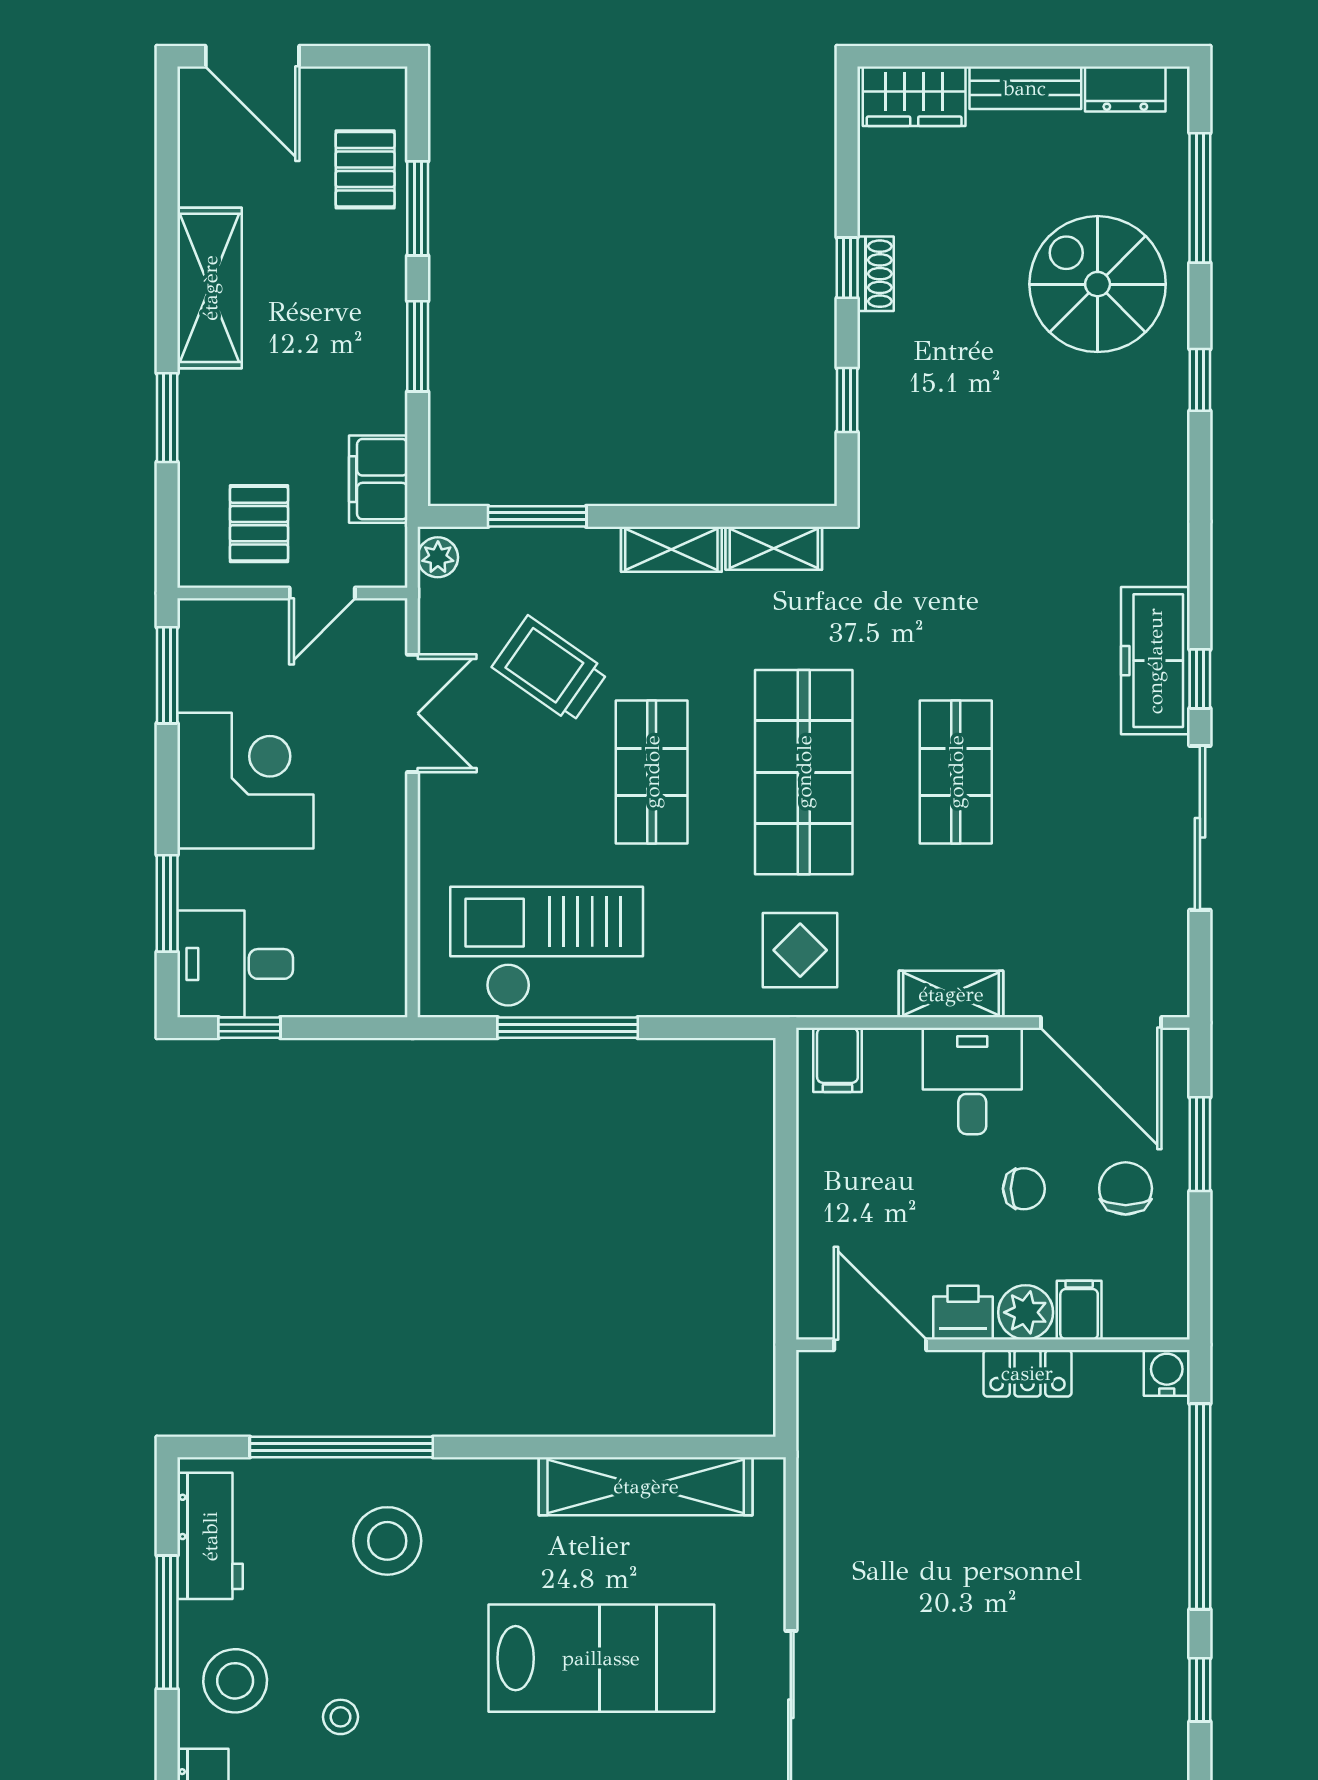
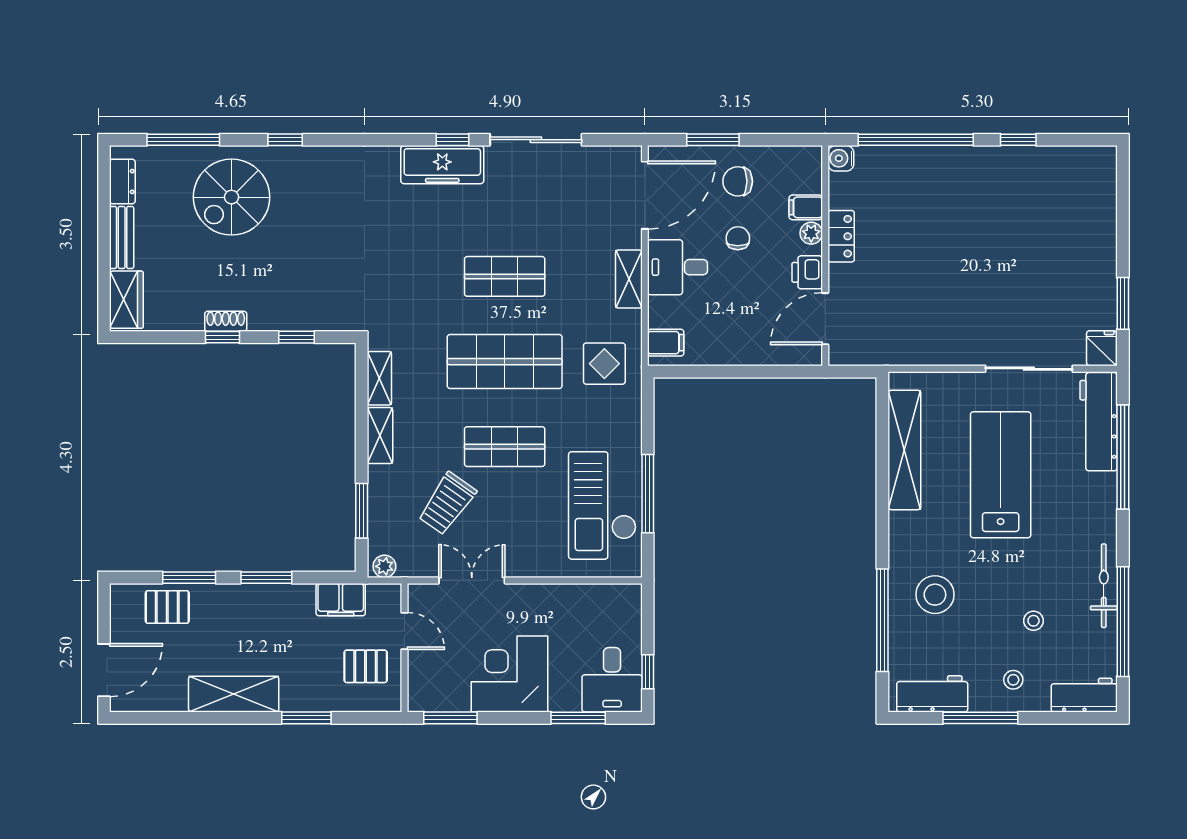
plant: (1026, 1312) -> (811, 233), width x0.73, depth x0.73
stool: (235, 1681) -> (1013, 680), width x0.53, depth x0.53

